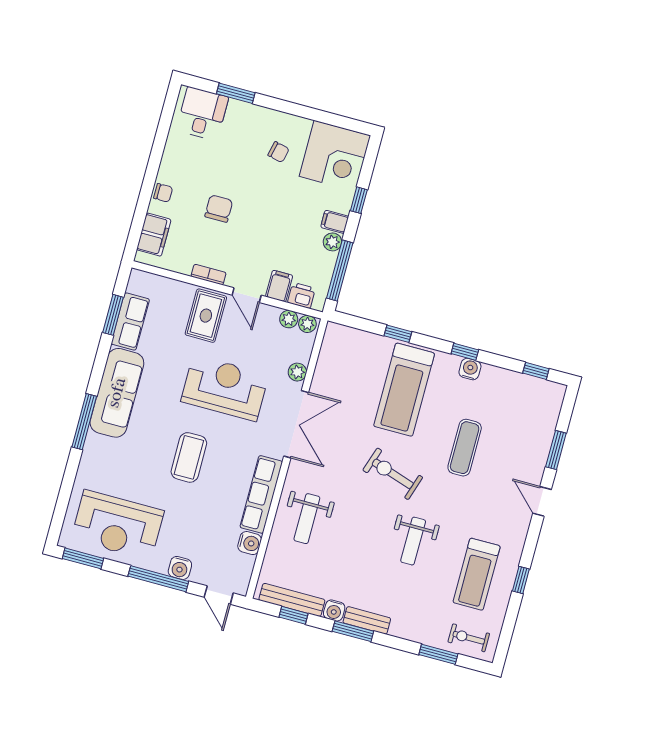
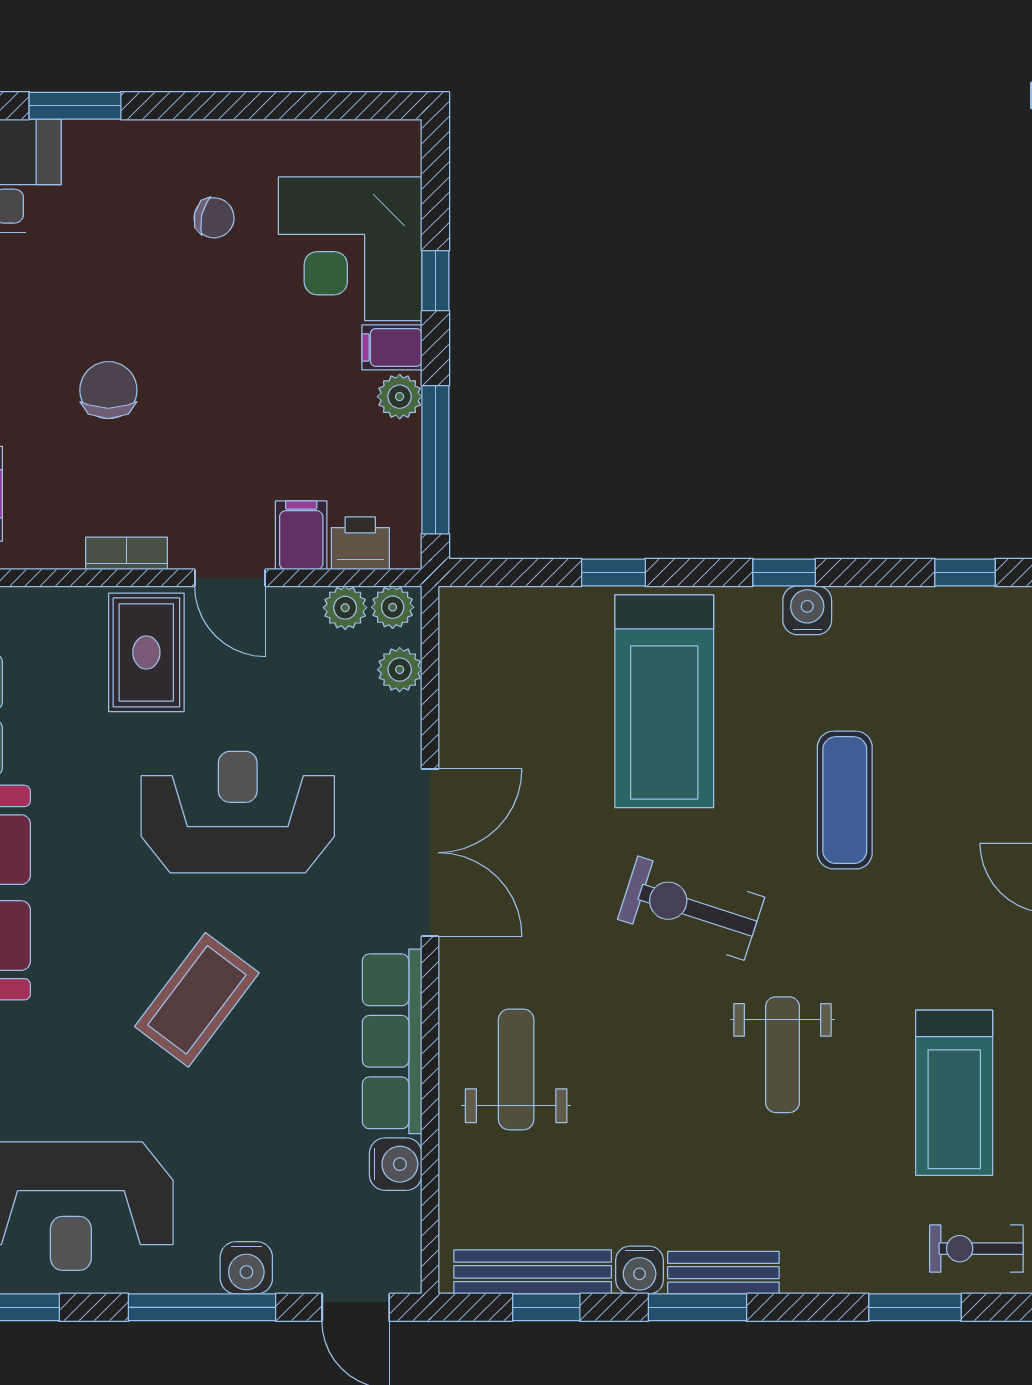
corner desk: (335, 156) -> (350, 249), moved, turned 90
plant: (297, 372) -> (400, 670), moved
coffee table: (189, 457) -> (197, 1000), turned 37
weight bench: (307, 519) -> (516, 1069), turned 180

